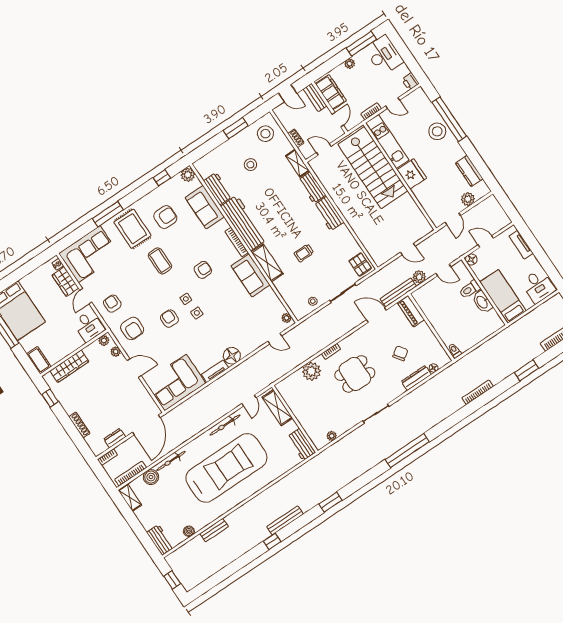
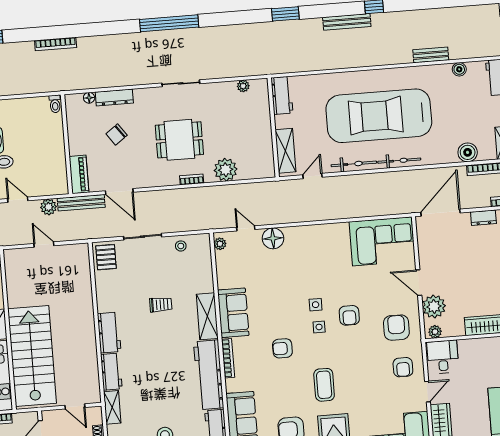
plant: (116, 352) -> (434, 306), width x1.88, depth x1.88
floor lamp: (232, 356) -> (273, 238), moved
tv unit: (215, 371) -> (332, 229), removed
bicycle: (171, 461) -> (399, 161), moved

